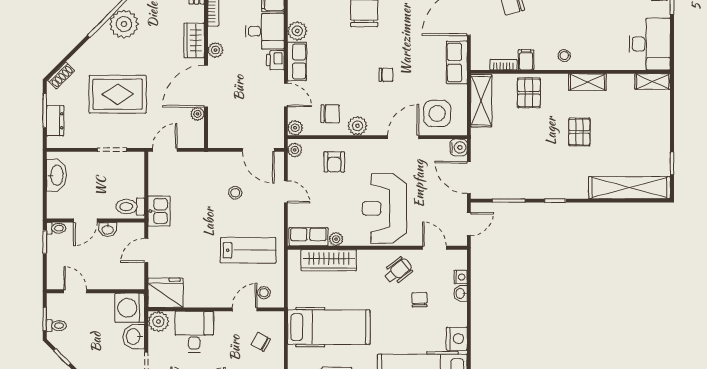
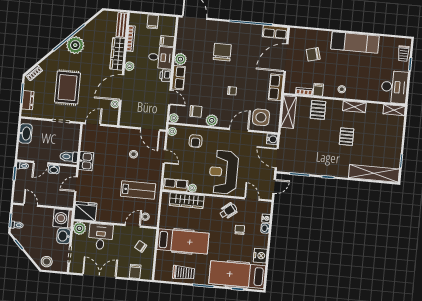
wardrobe: (194, 40) -> (118, 54), width x1.50
rug: (118, 94) -> (67, 88), turned 90

